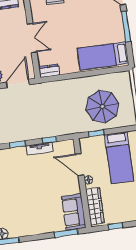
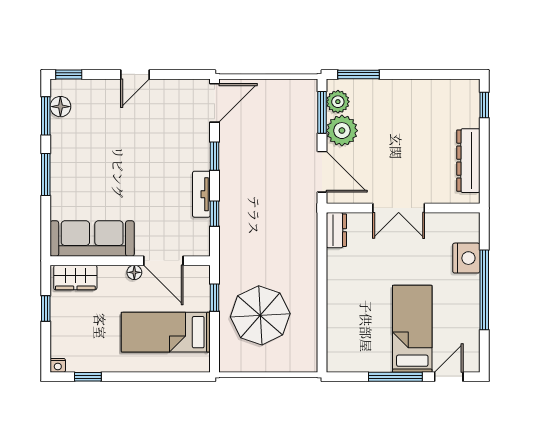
bed: (103, 56) -> (412, 329), moved
door: (80, 165) -> (163, 261), swing flipped
wardrobe: (95, 206) -> (75, 278), width x0.67
sofa: (74, 212) -> (92, 239), width x1.36
window: (66, 233) -> (46, 175), moved

